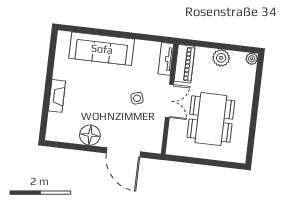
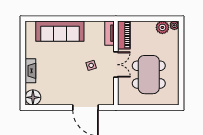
plant: (221, 58) -> (162, 27), moved
floor lamp: (90, 135) -> (33, 97), moved

